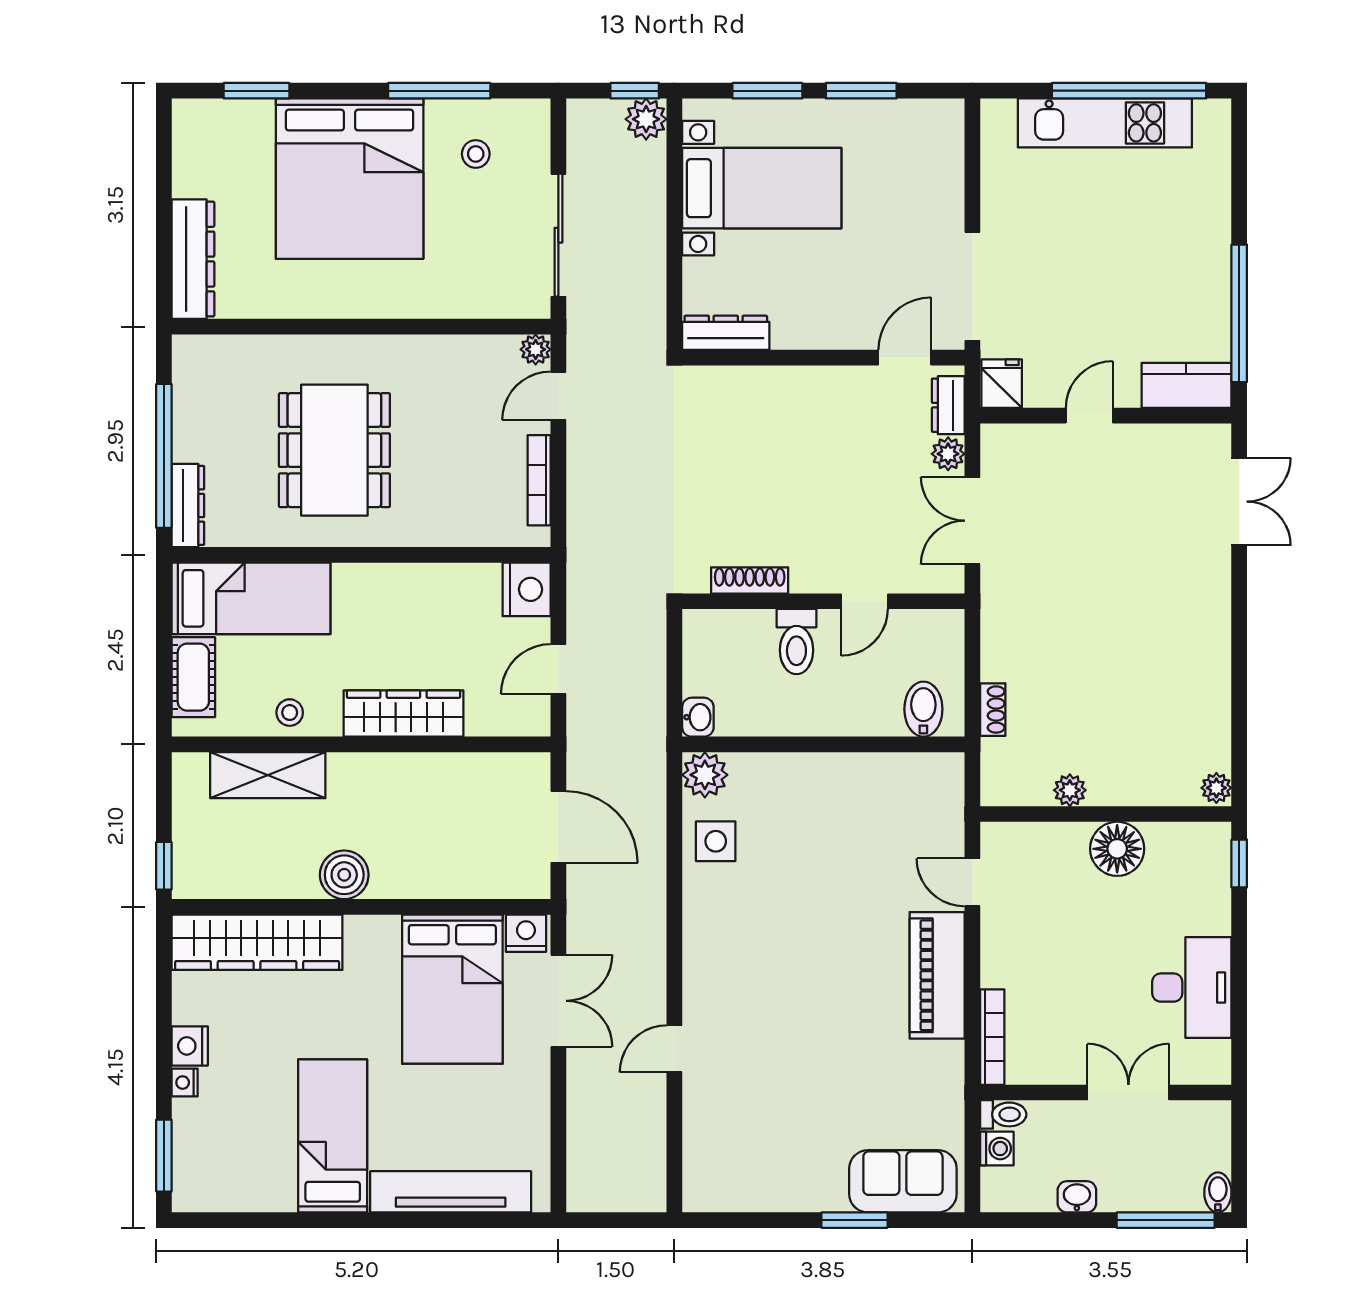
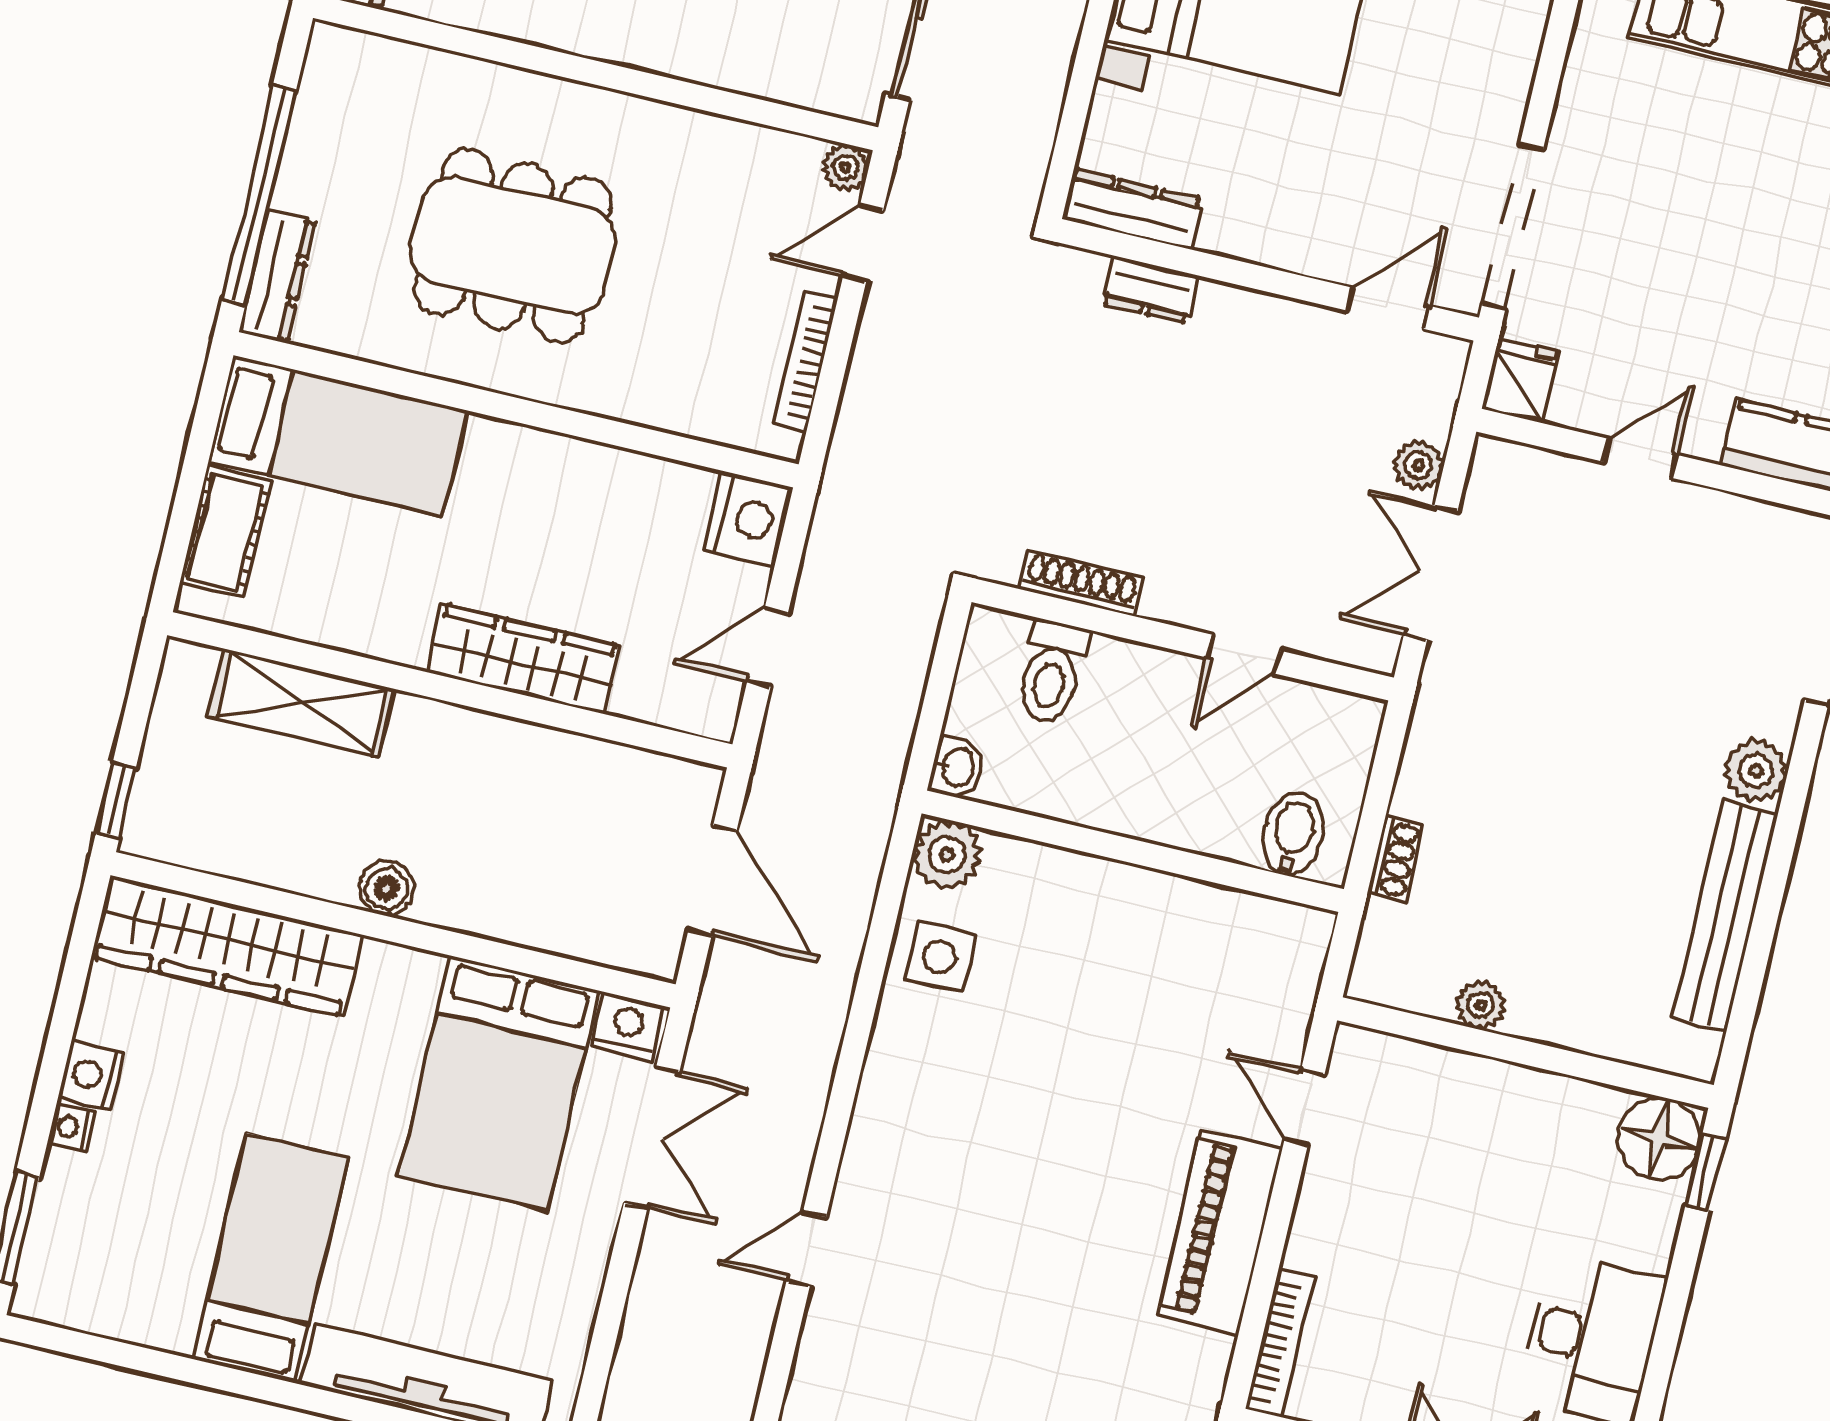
dresser: (948, 405) -> (1150, 289), moved, turned -90
dining table: (334, 450) -> (513, 246), turned 90
toilet: (796, 642) -> (1052, 672), moved
bench: (1213, 696) -> (1725, 916), added
stool: (290, 713) -> (355, 618), removed
plant: (1216, 788) -> (1756, 771), moved, width x1.38, depth x1.38
floor lamp: (1117, 849) -> (1659, 1139), moved
boiler: (344, 875) -> (387, 888), width x0.73, depth x0.73

